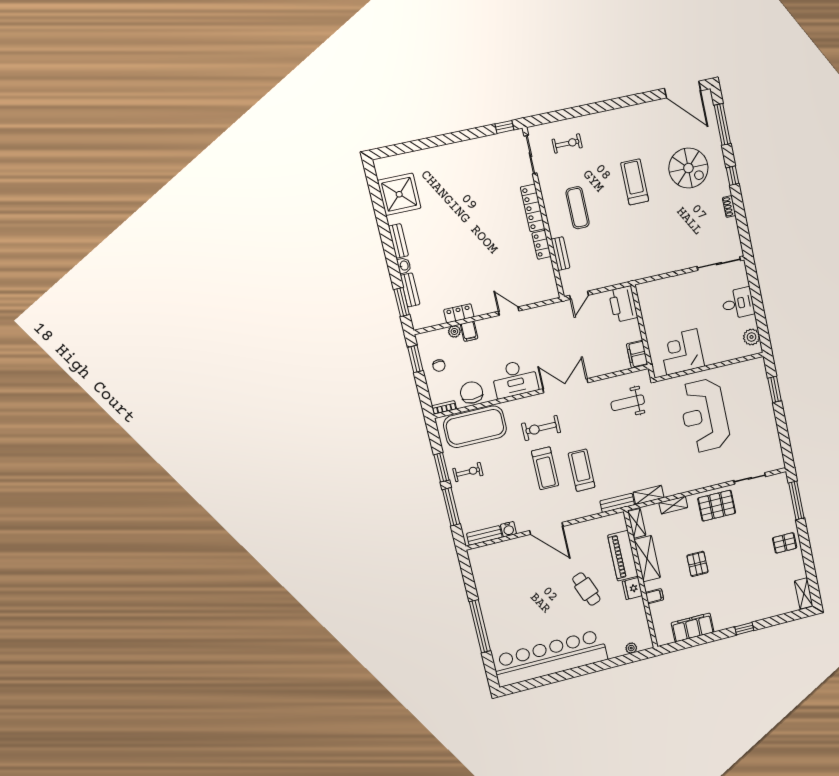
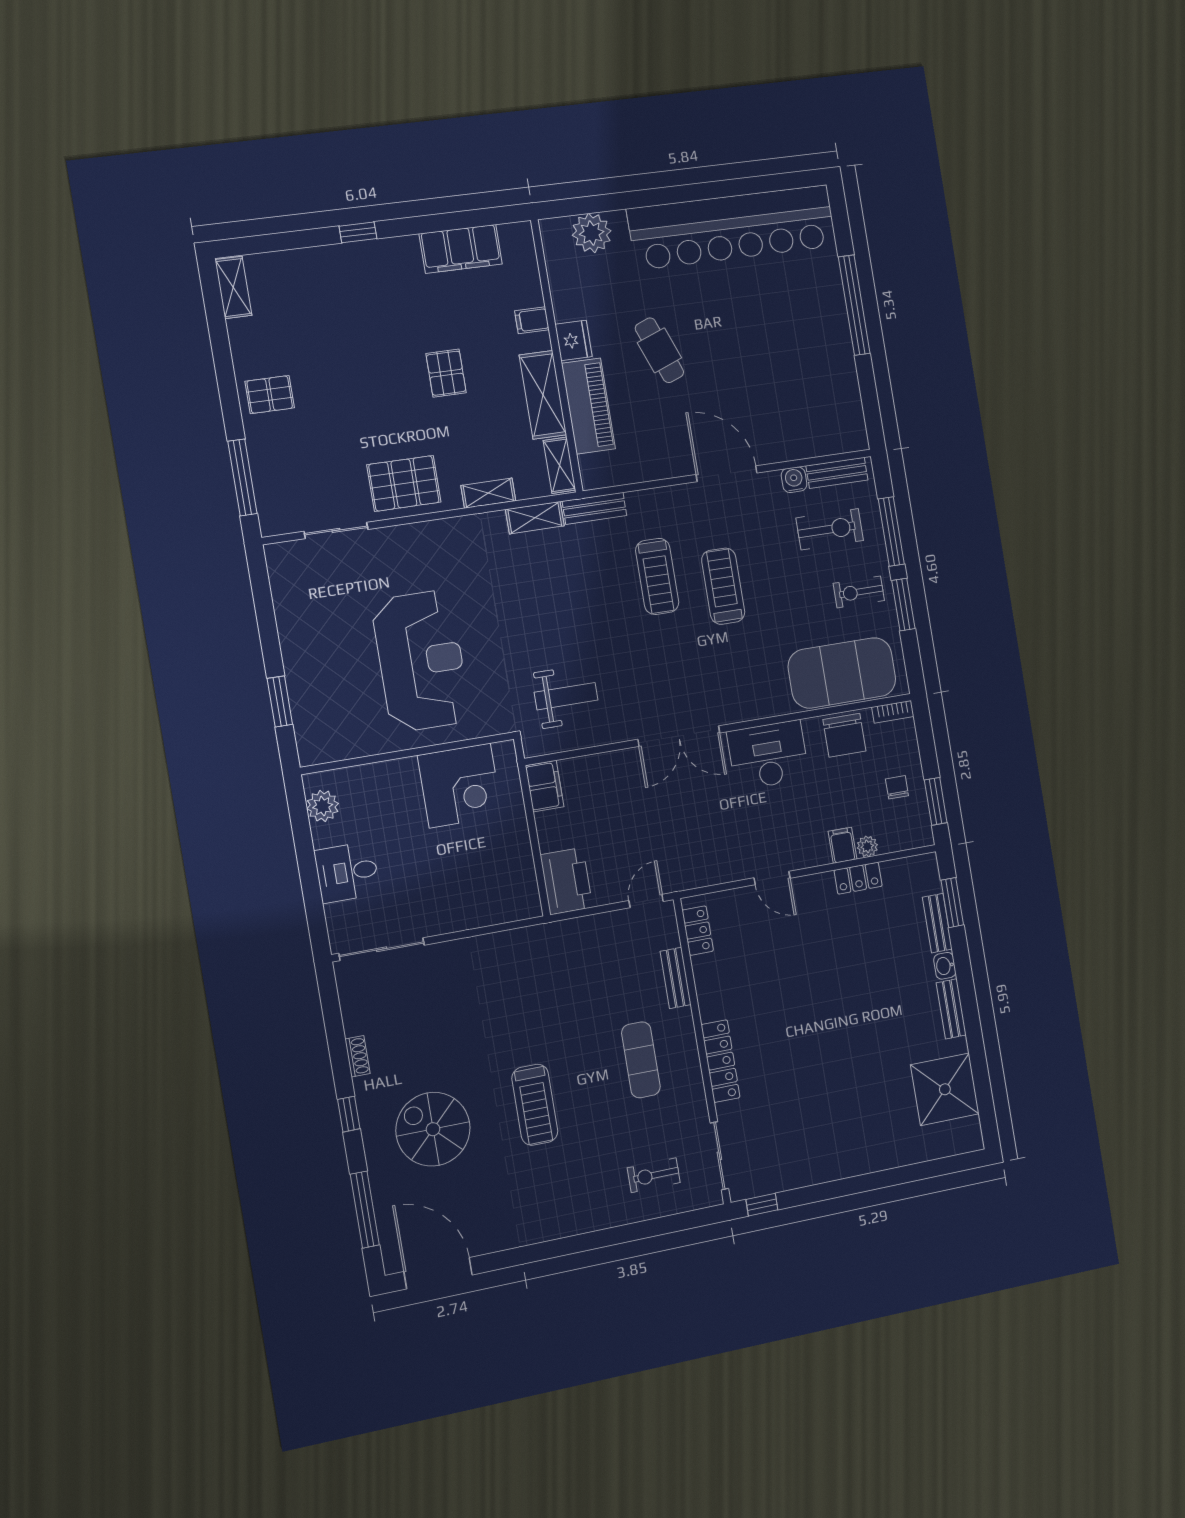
locker: (542, 245) -> (698, 931), moved
exercise bike: (541, 428) -> (830, 529), moved
plant: (631, 648) -> (592, 233), width x1.88, depth x1.88

